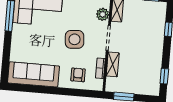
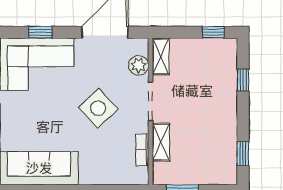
side table: (75, 39) -> (98, 108), turned -38
armchair: (78, 75) -> (108, 163), removed

